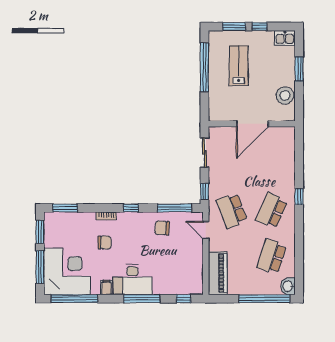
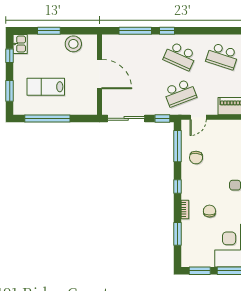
window: (260, 27) -> (10, 56), moved
sliding door: (204, 153) -> (126, 118), width x1.37
window: (299, 162) -> (135, 31), added
window: (65, 208) -> (178, 234), moved

